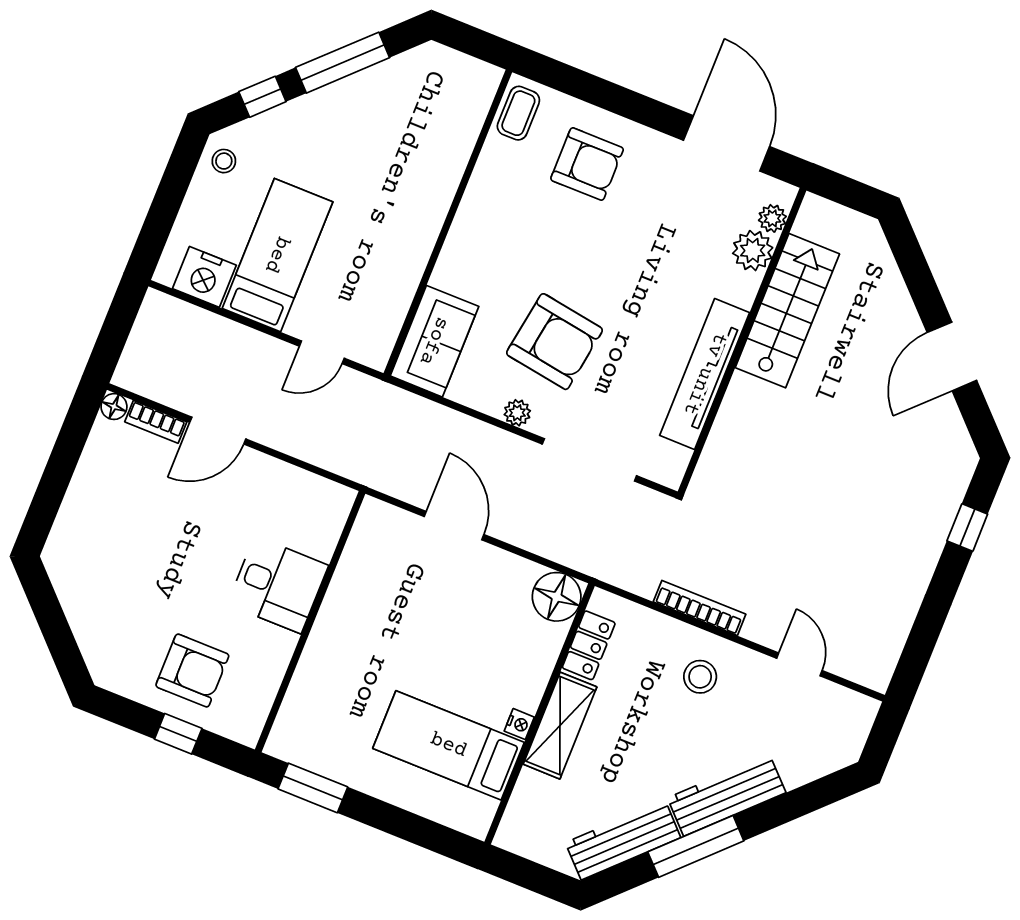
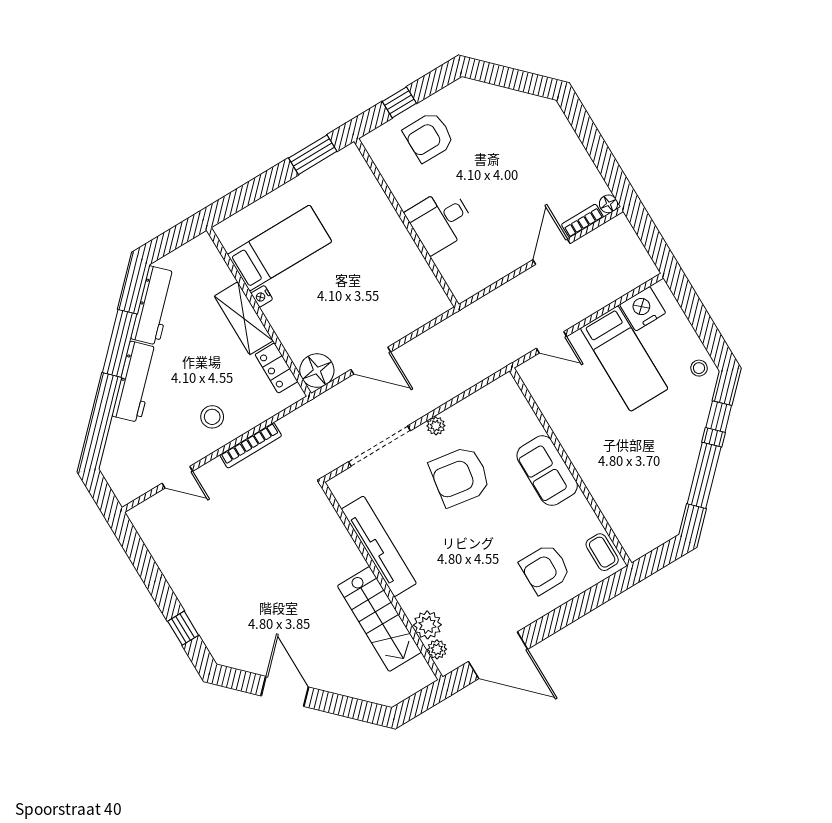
sofa: (434, 341) -> (547, 471), moved
door: (322, 352) -> (551, 342), swing flipped
door: (454, 526) -> (371, 361), moved

